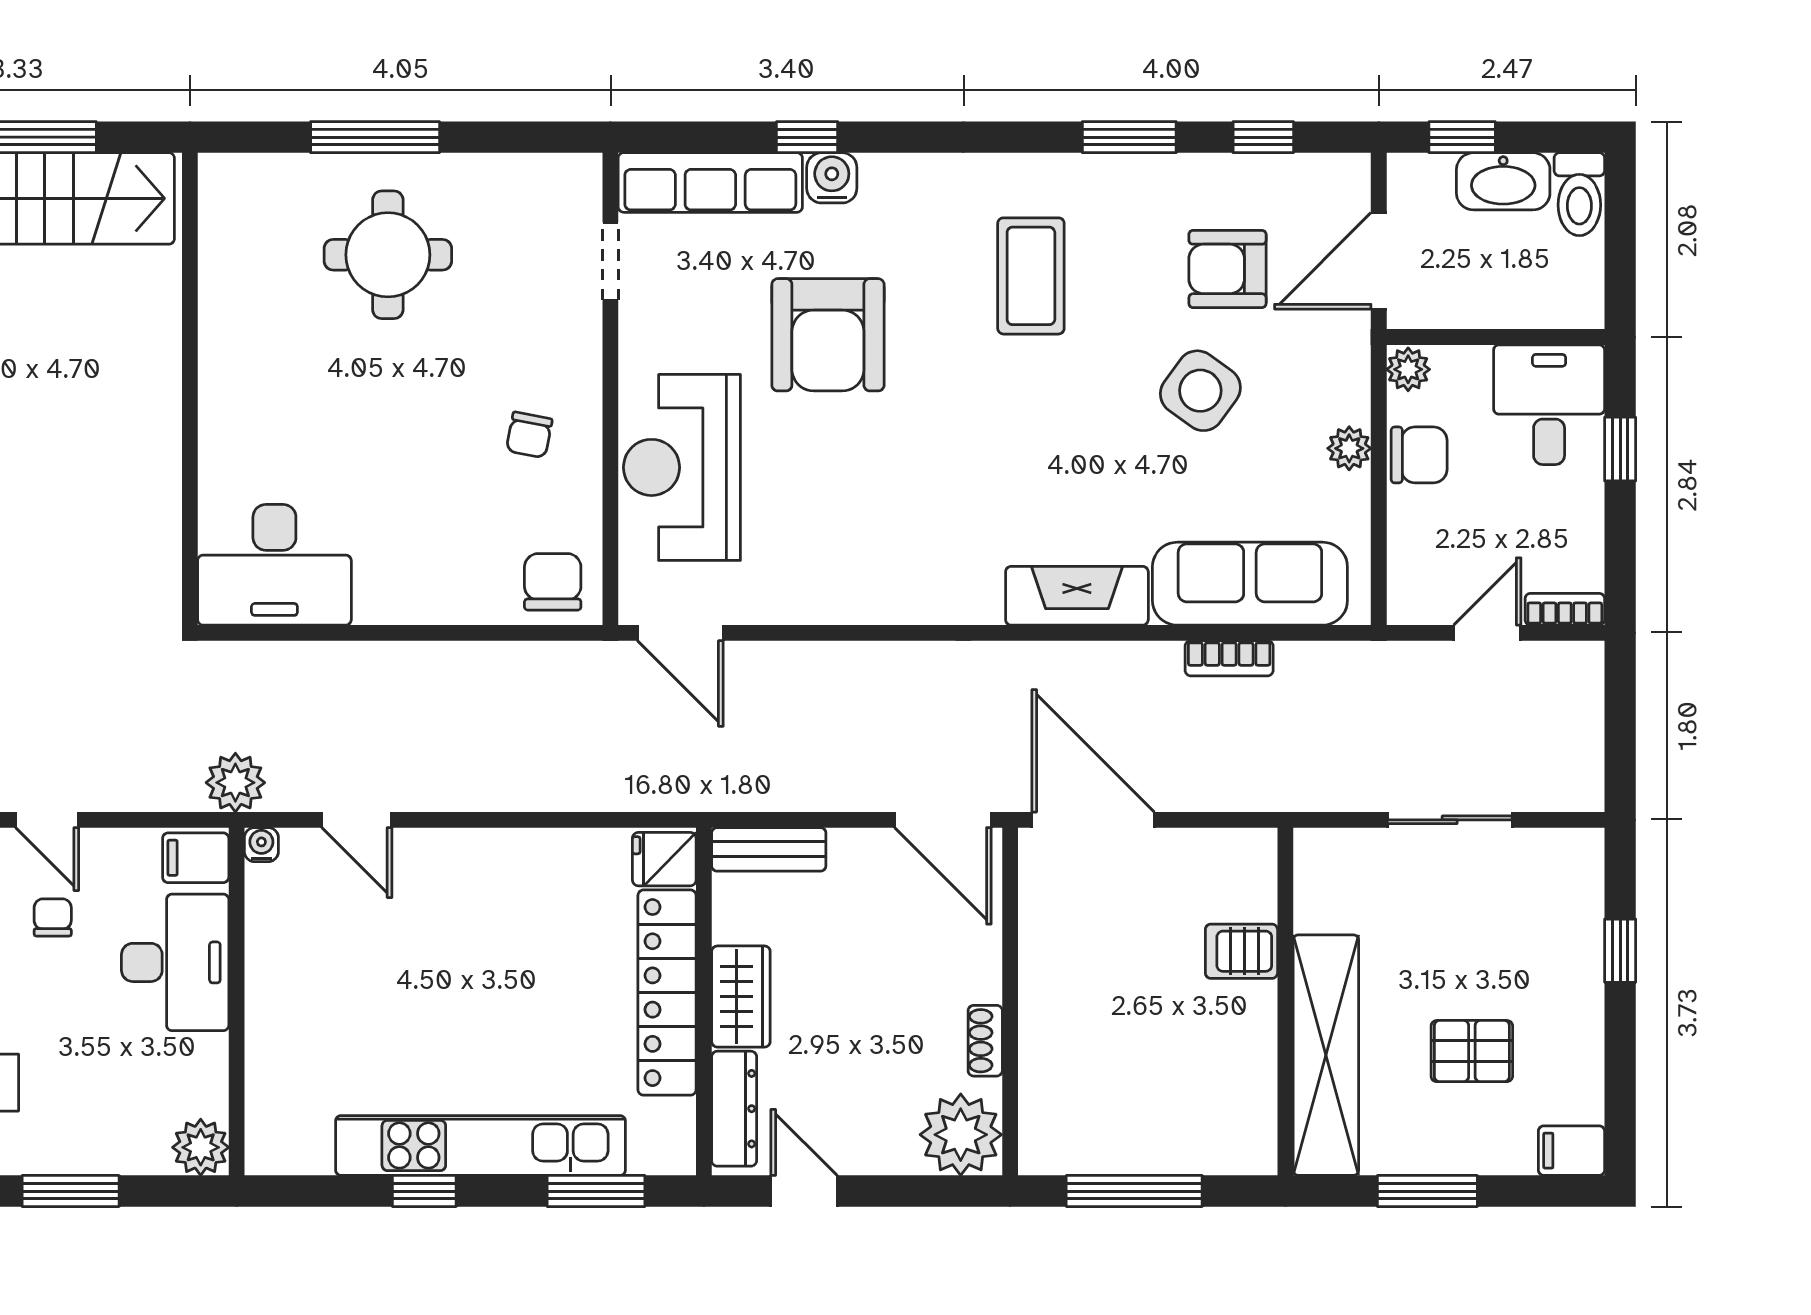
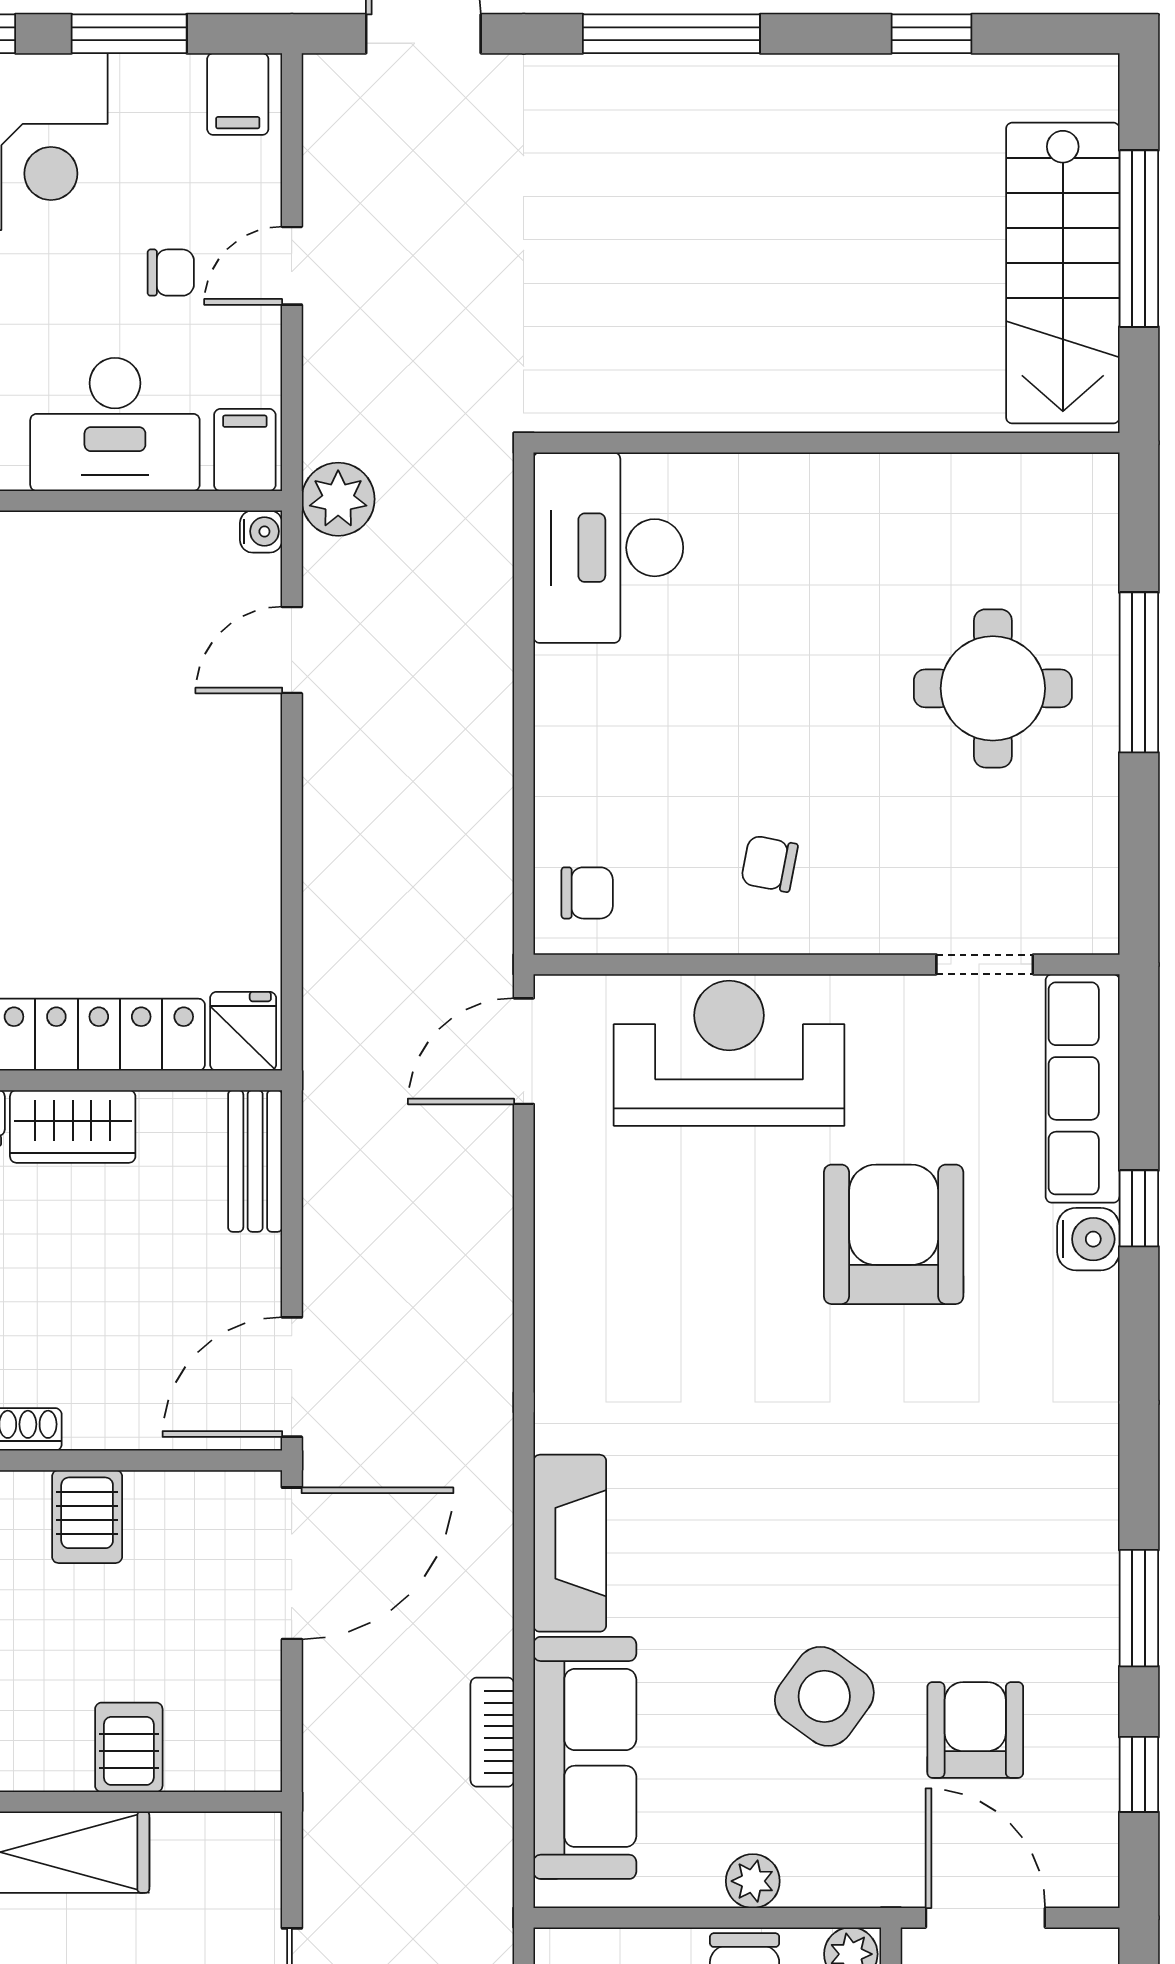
coffee table: (1031, 276) -> (967, 1486), removed
armchair: (828, 335) -> (894, 1234), turned 90
chair: (553, 582) -> (587, 893), width x0.73, depth x0.73
server rack: (1055, 985) -> (87, 1517), added

